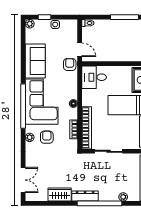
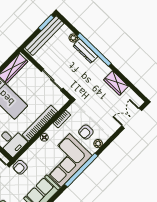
bookcase: (87, 128) -> (40, 123), moved
dresser: (85, 196) -> (85, 51), moved

